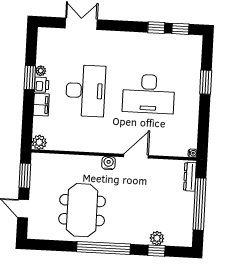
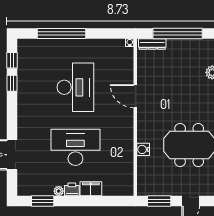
window: (30, 78) -> (43, 201), moved
window: (206, 82) -> (61, 34), width x2.11
plant: (39, 142) -> (127, 189), removed
water cooler: (109, 163) -> (143, 149), moved

